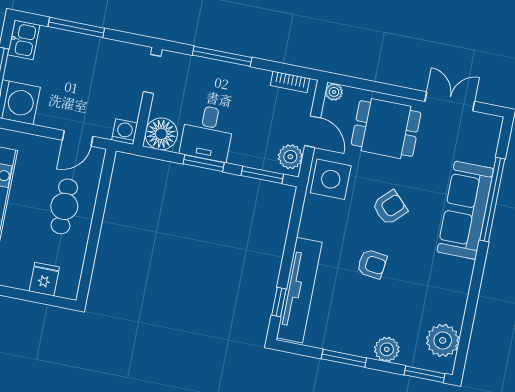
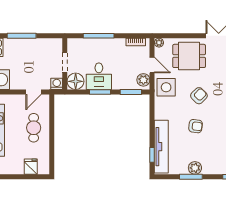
doorway: (152, 74) -> (65, 62), moved
plant: (387, 349) -> (195, 168), moved

